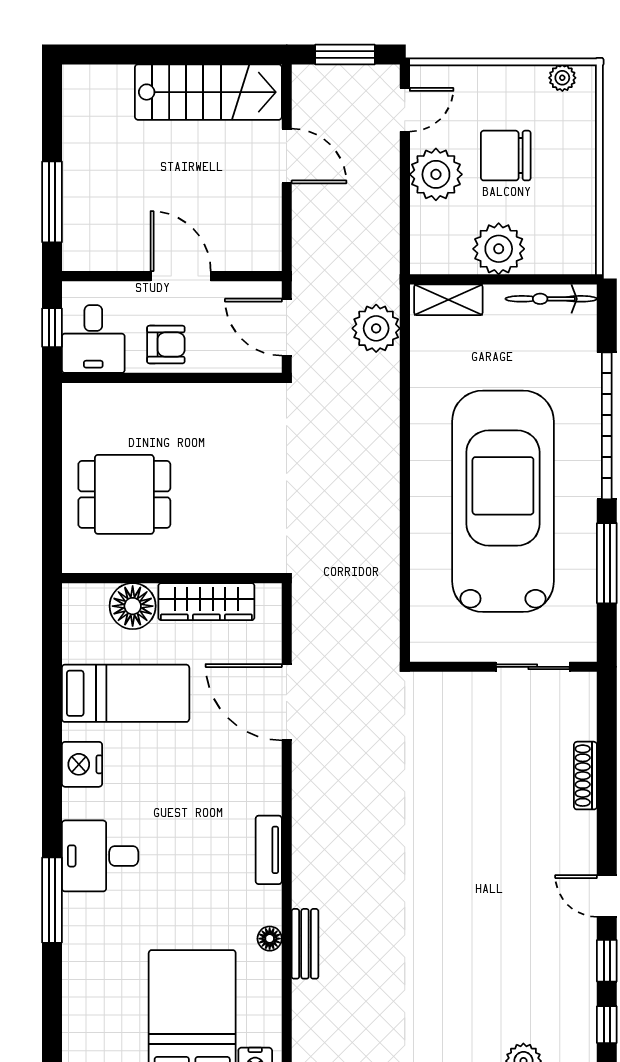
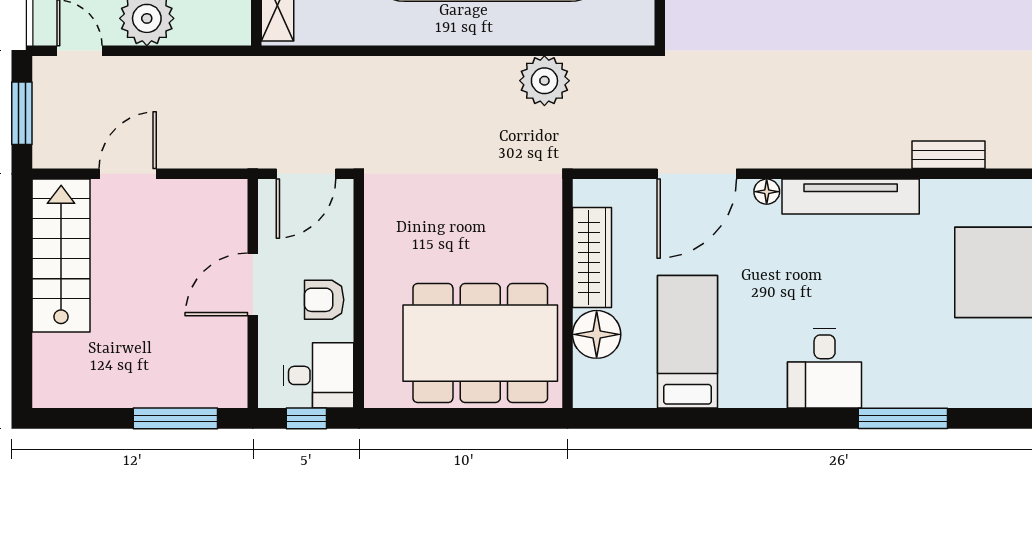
plant: (376, 328) -> (544, 81), moved
armchair: (166, 345) -> (324, 300), turned -90
dining table: (124, 494) -> (480, 343), width x1.88, depth x1.24
nightstand: (82, 764) -> (762, 387), removed
tv unit: (269, 850) -> (851, 197), width x1.92, depth x1.29
desk: (100, 856) -> (825, 368), moved
floor lamp: (270, 939) -> (767, 192), moved

